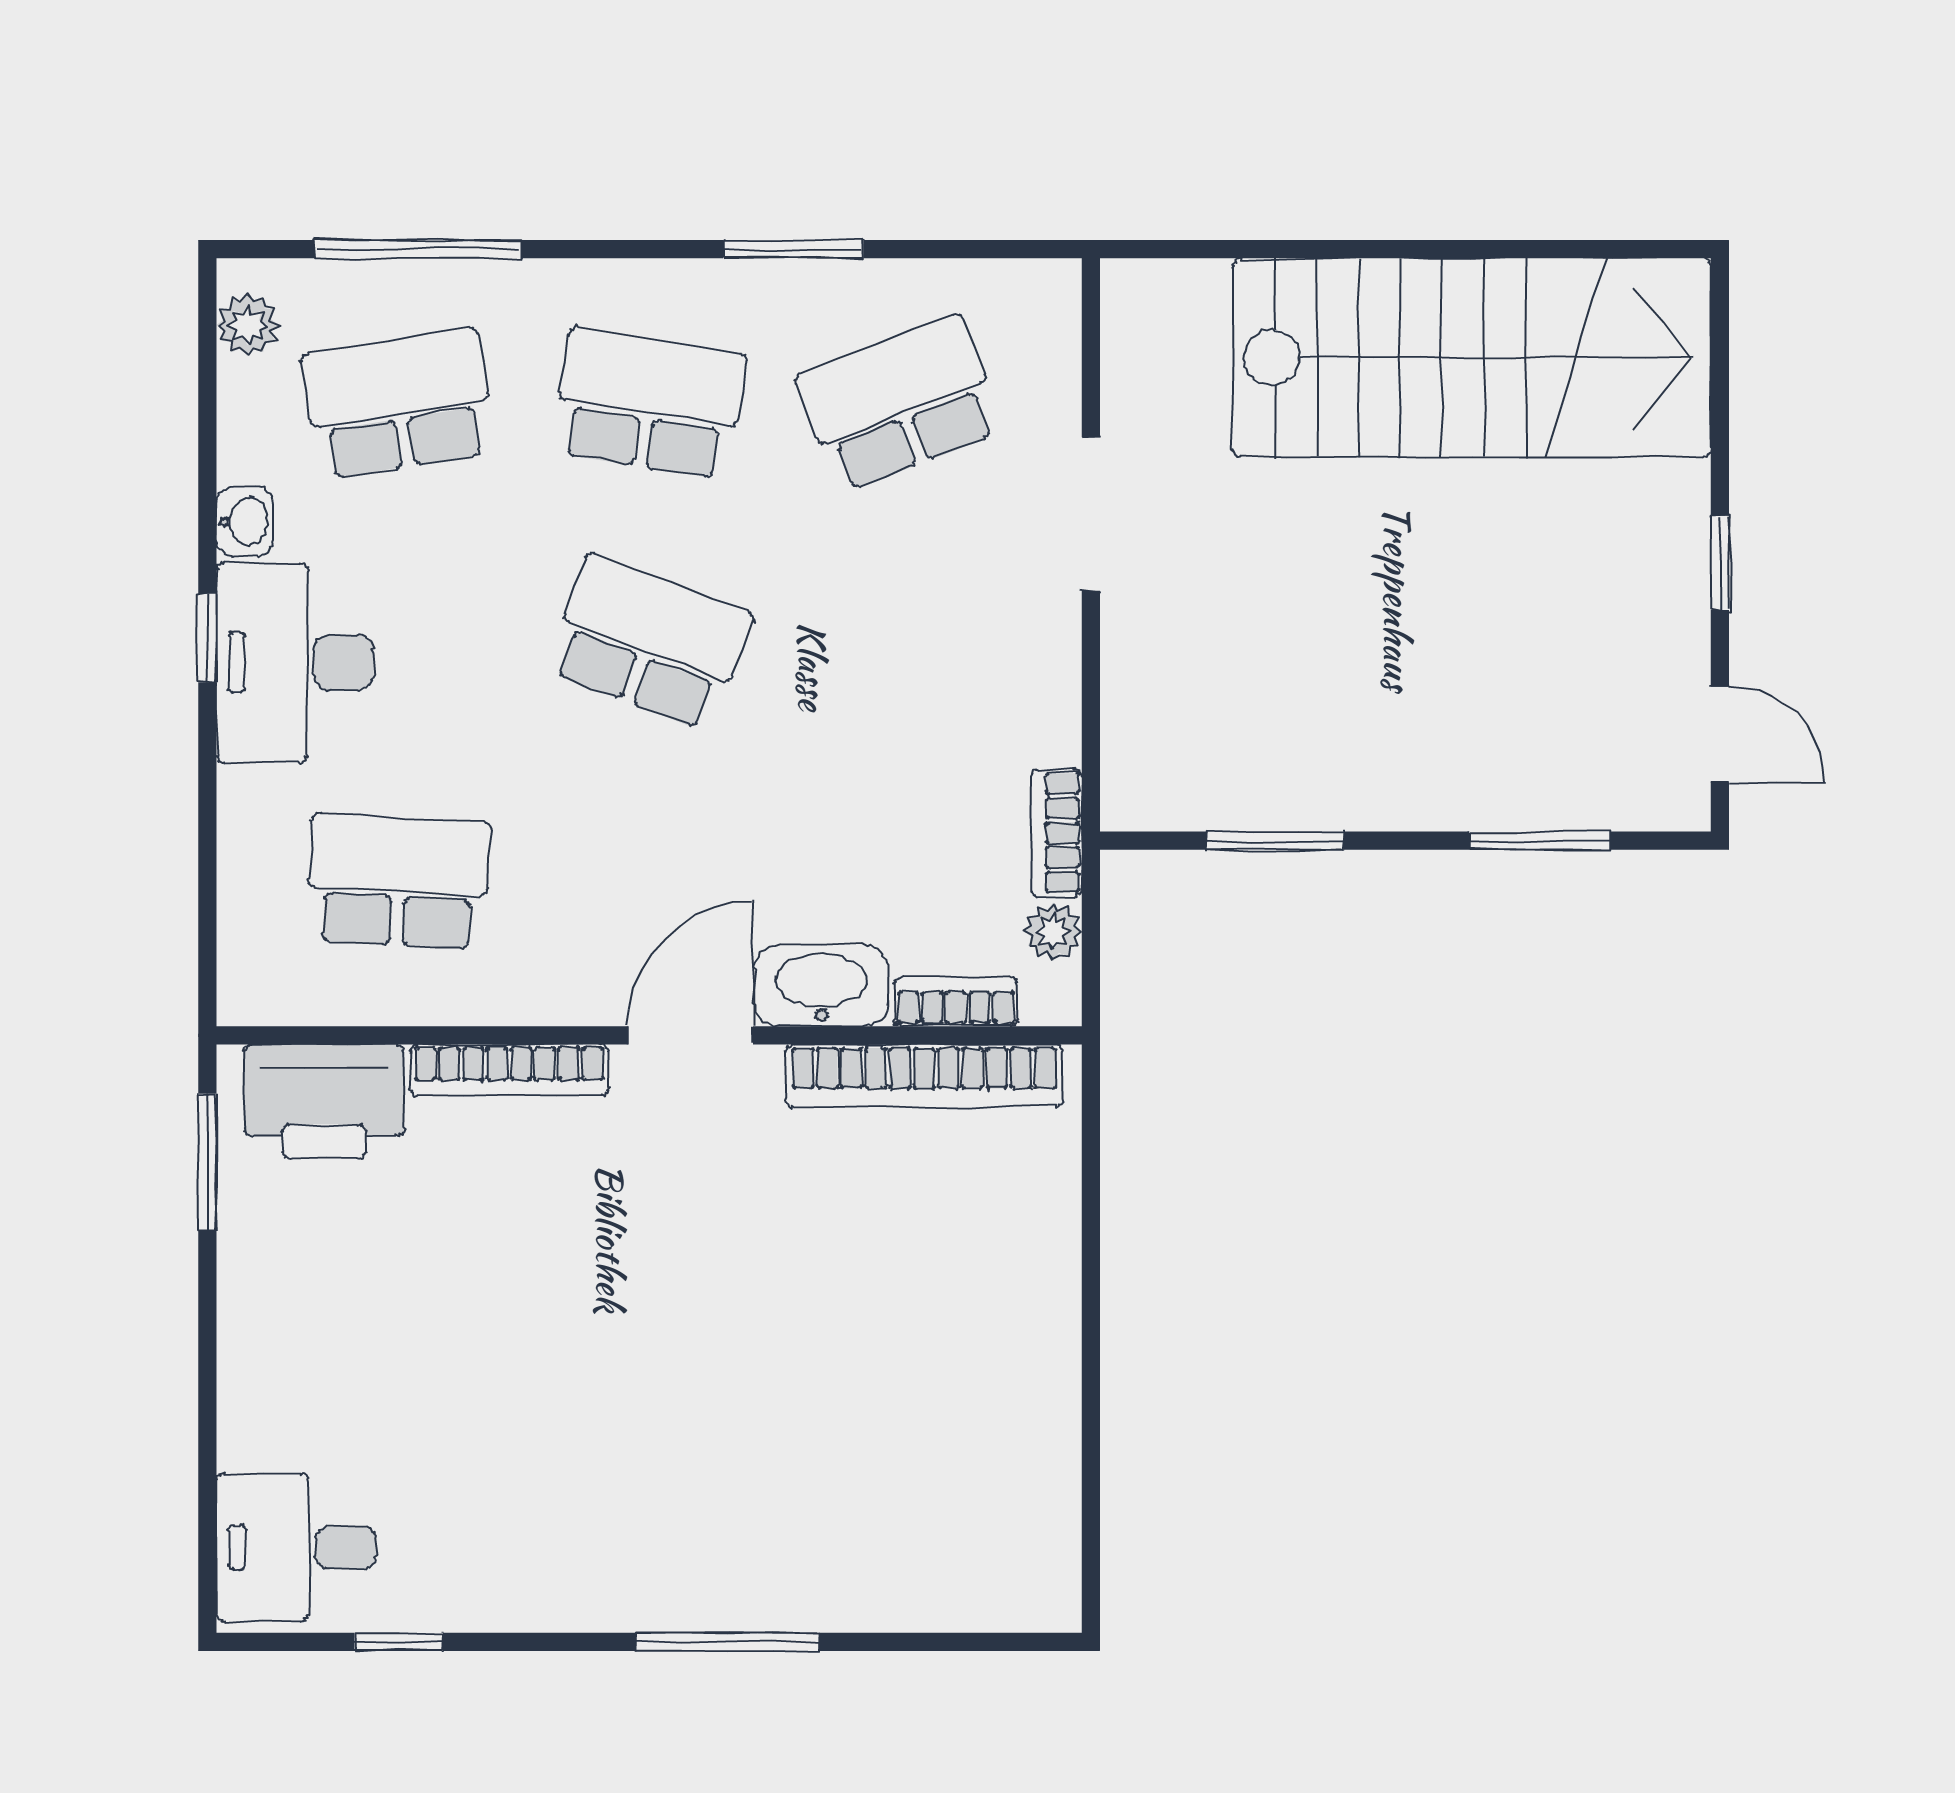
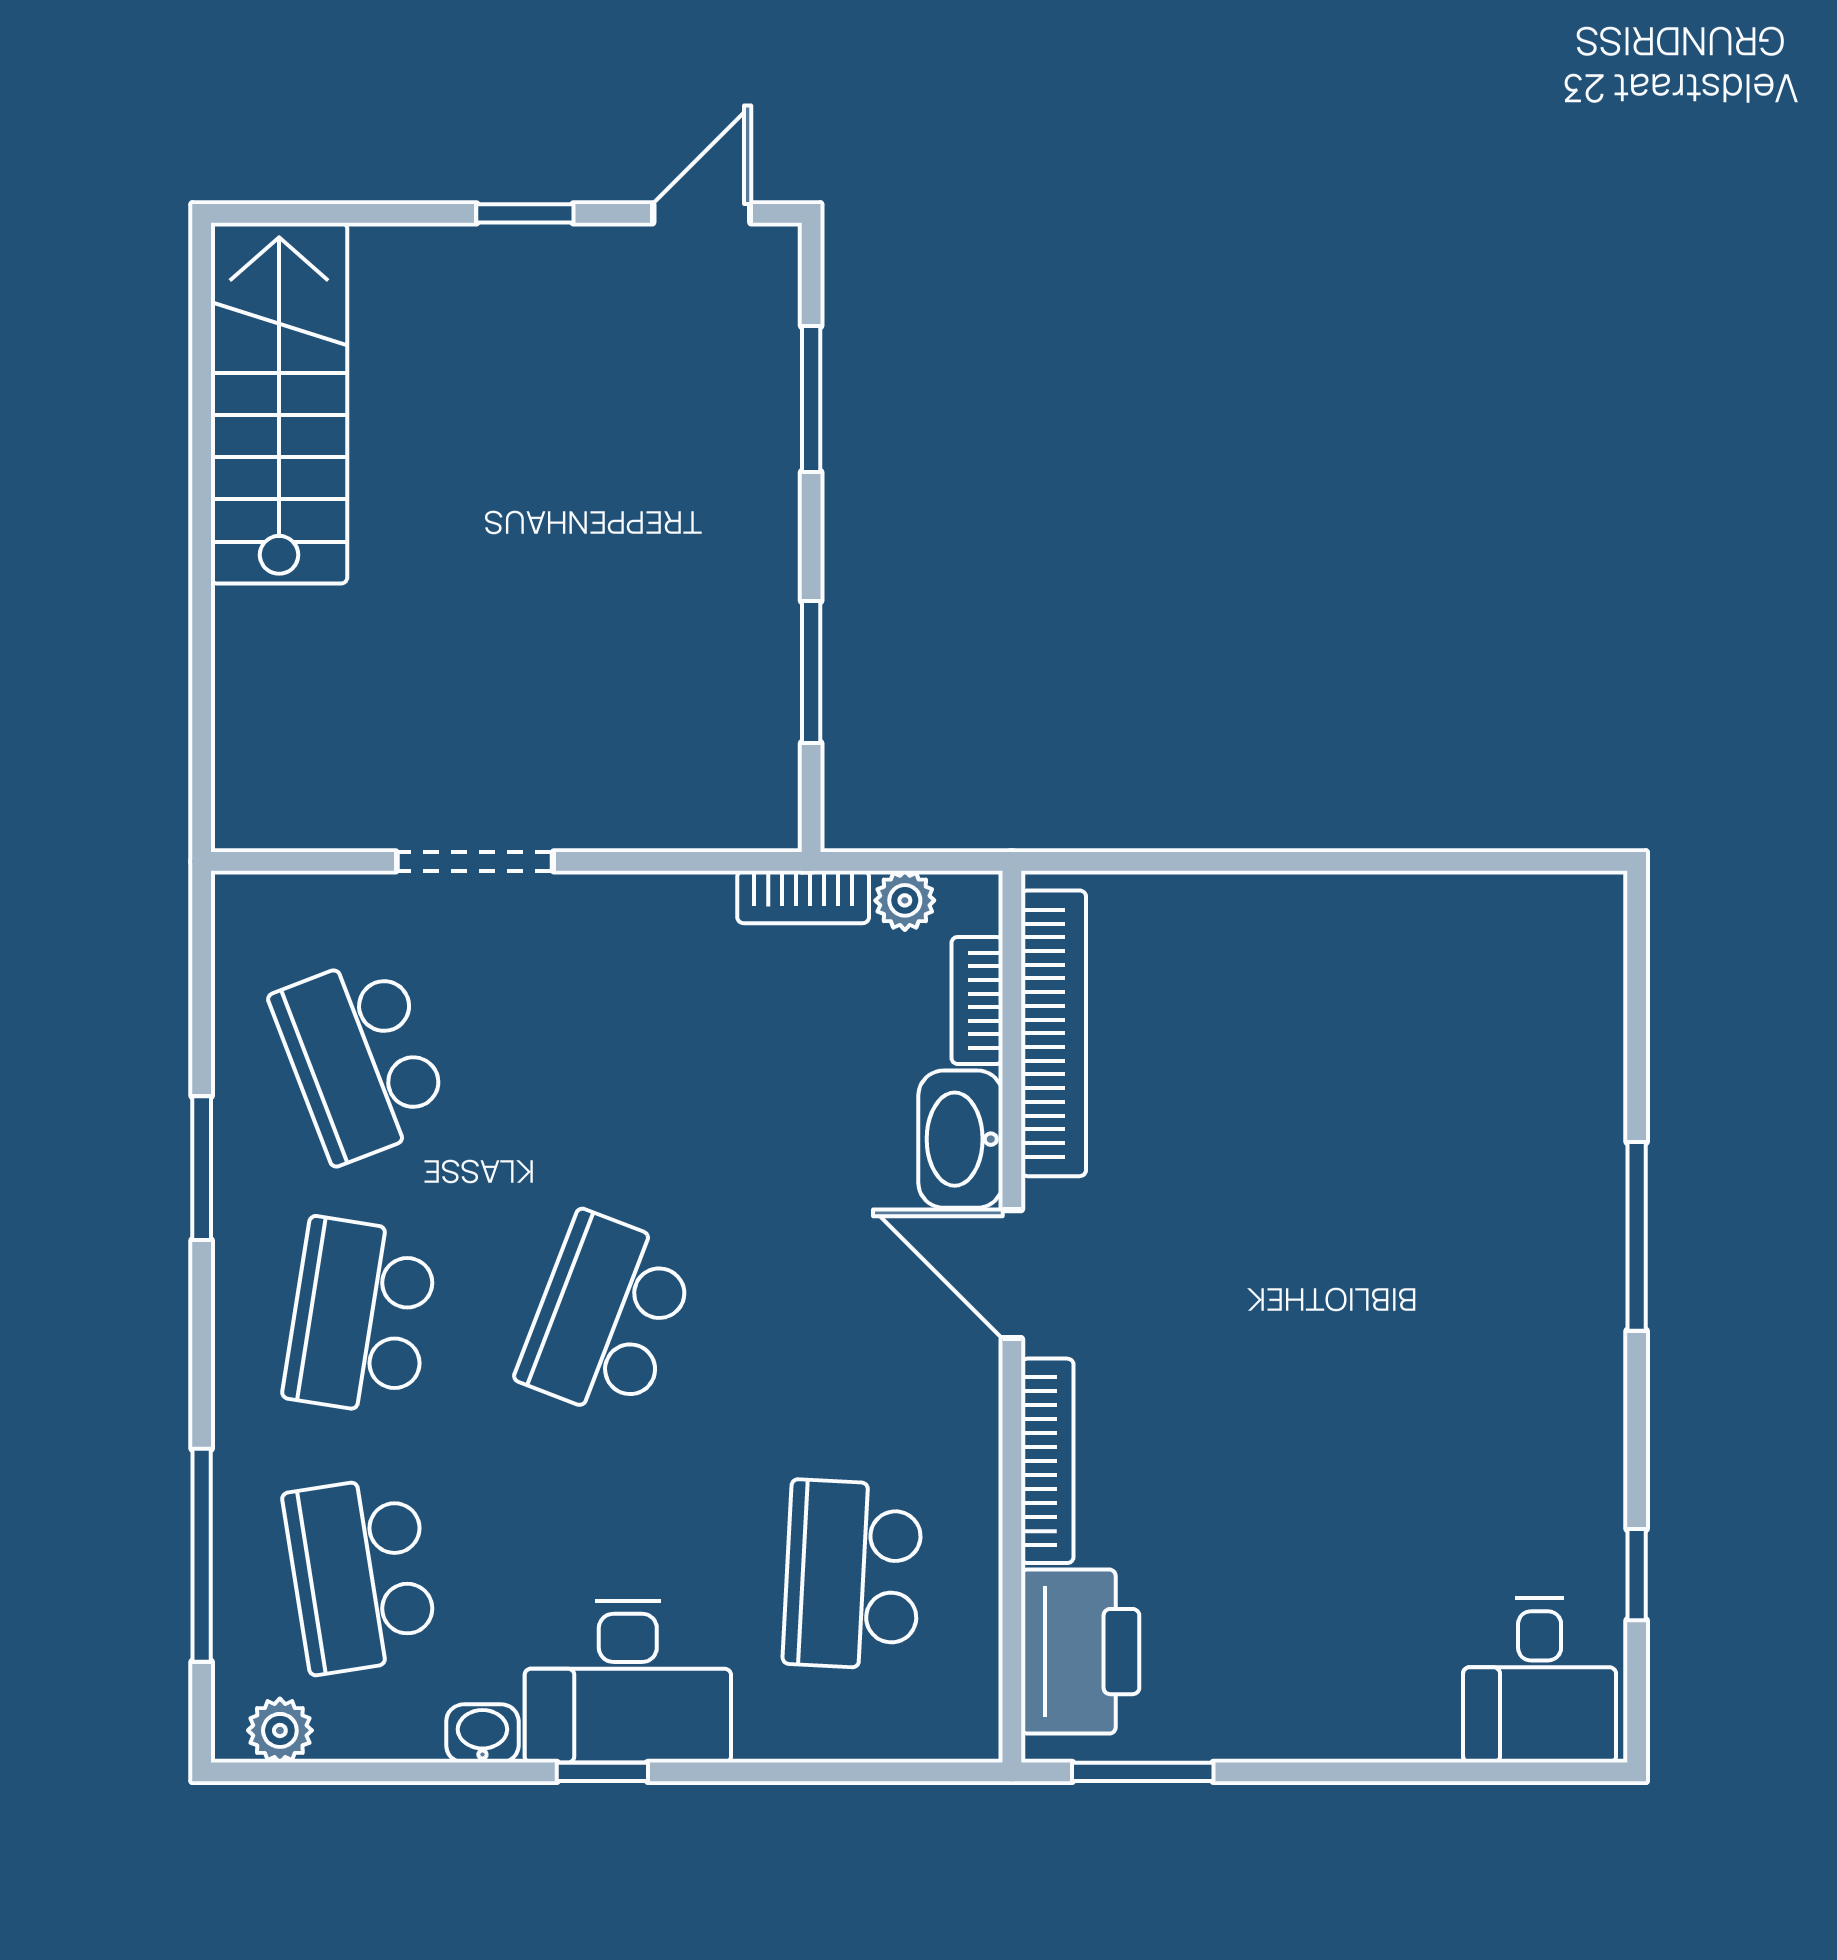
stairs: (1472, 358) -> (279, 403), width x0.73, depth x0.66

